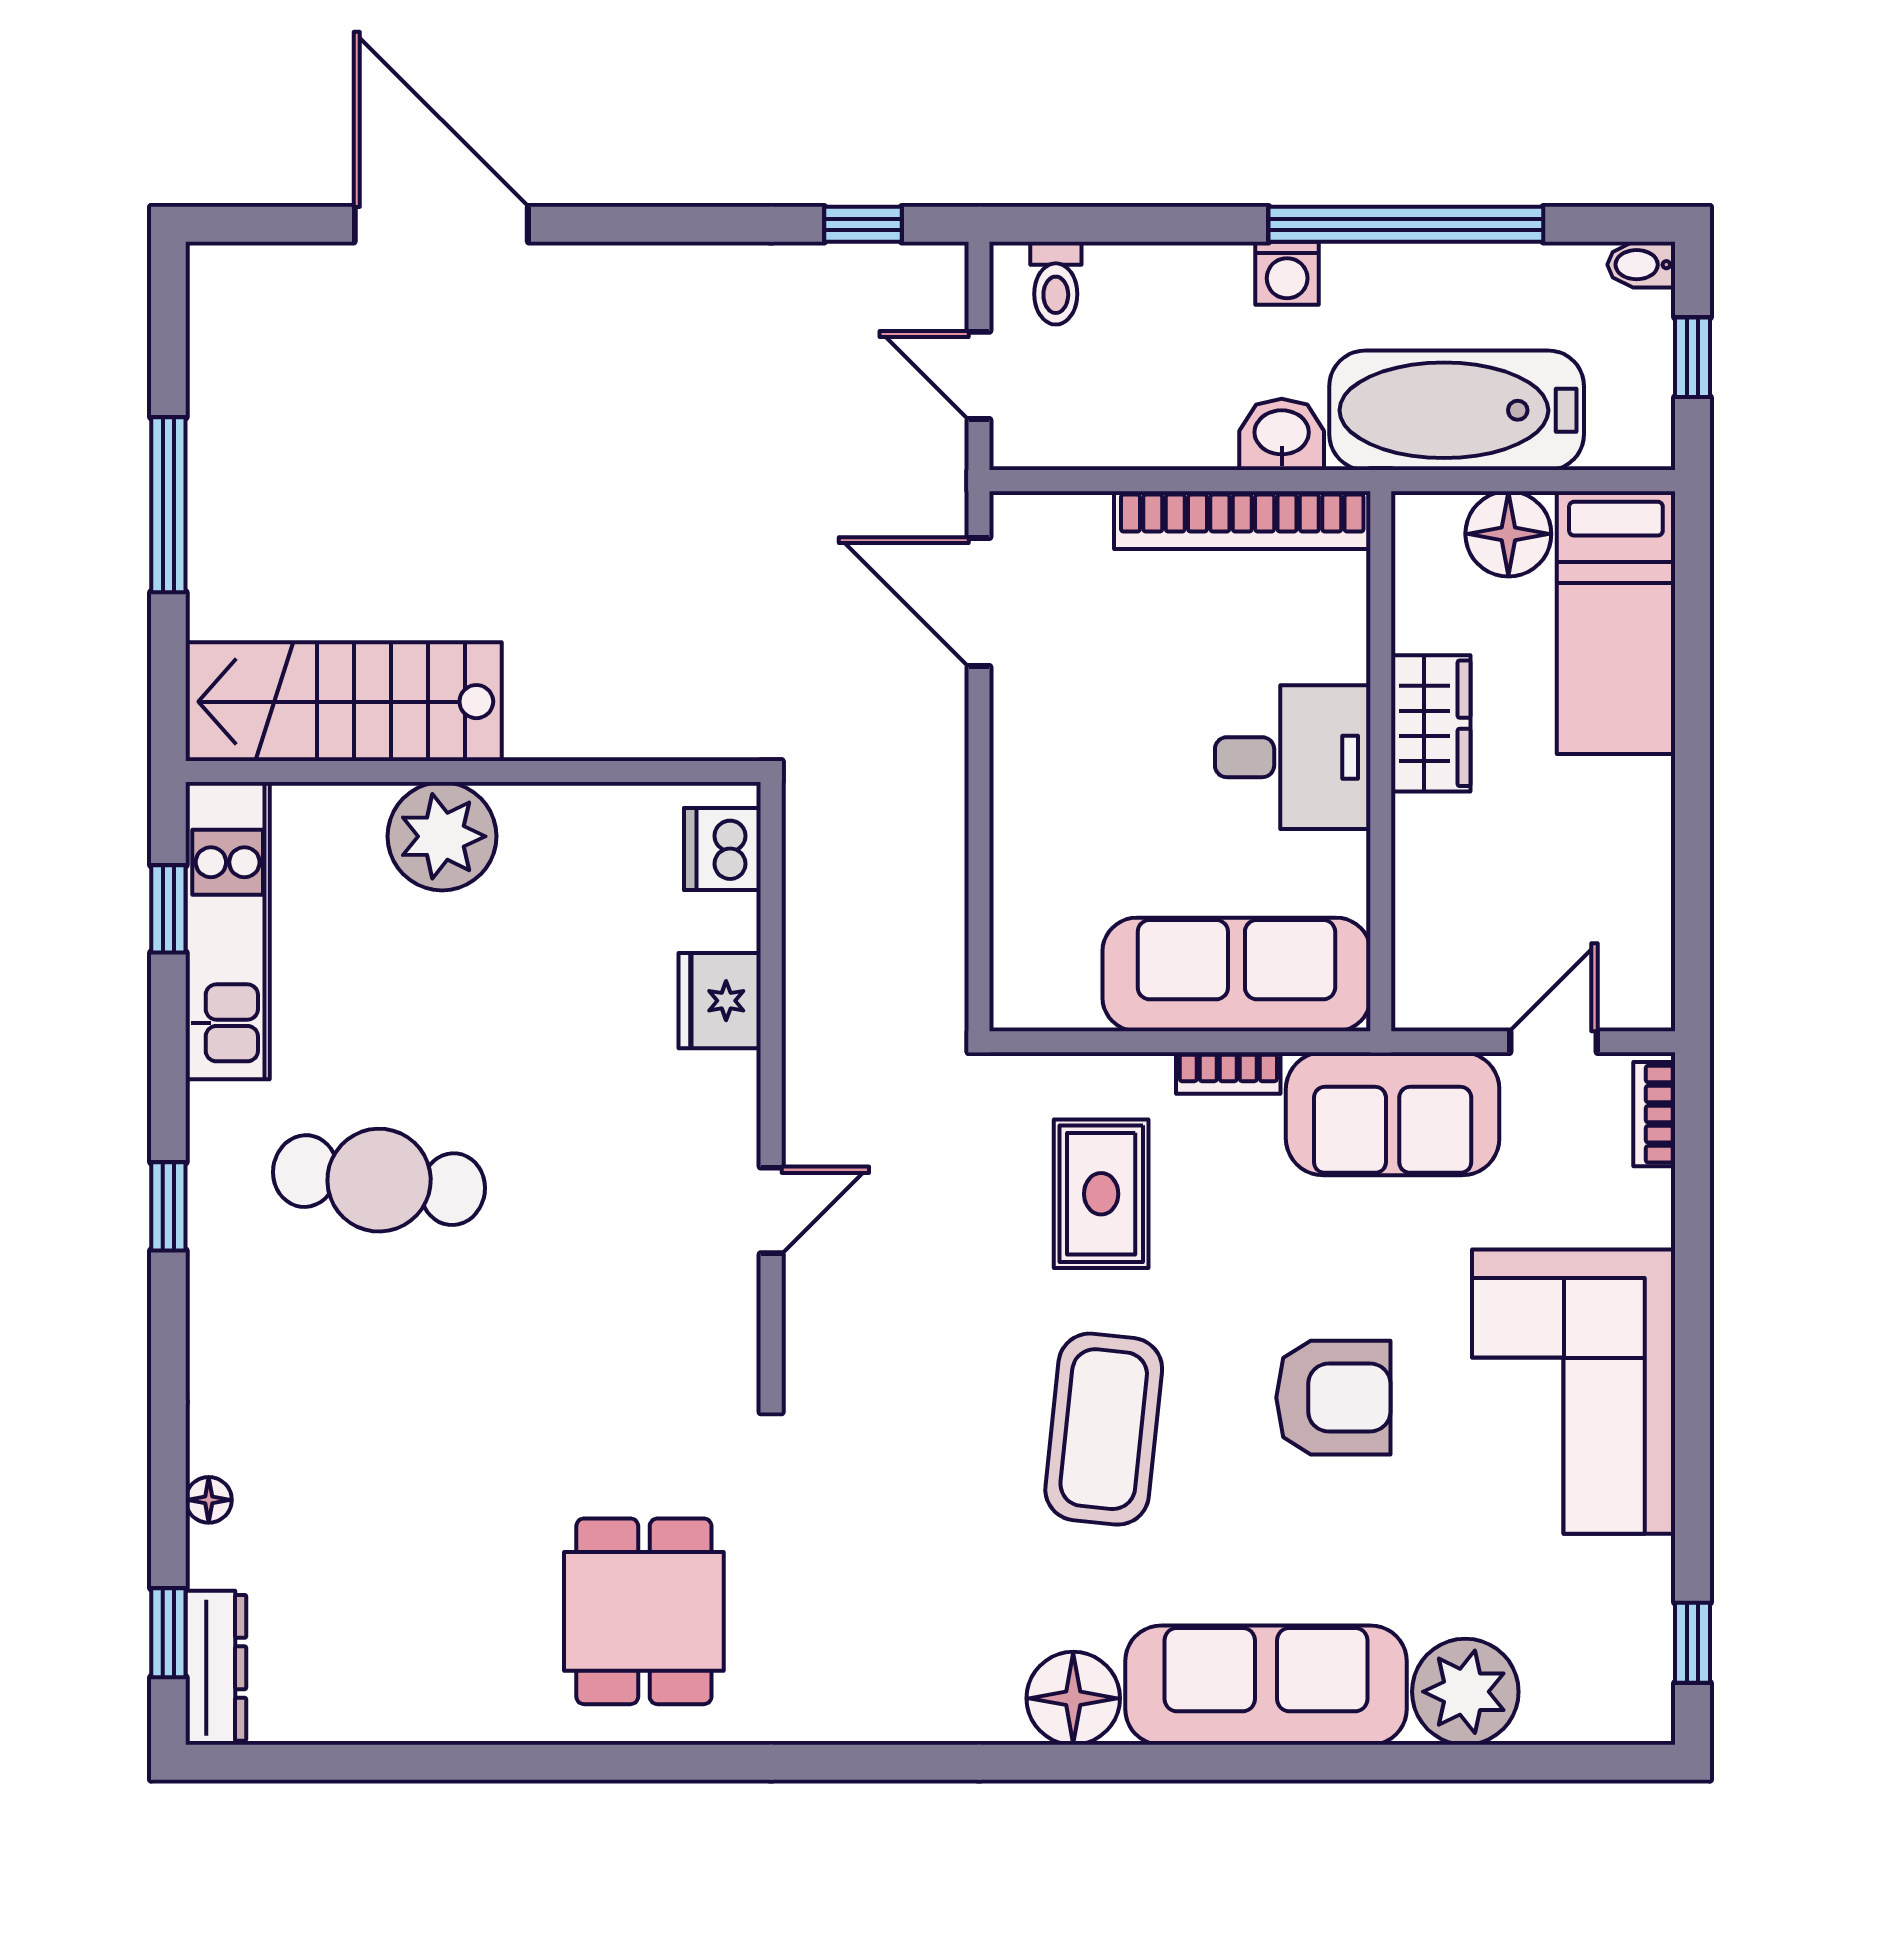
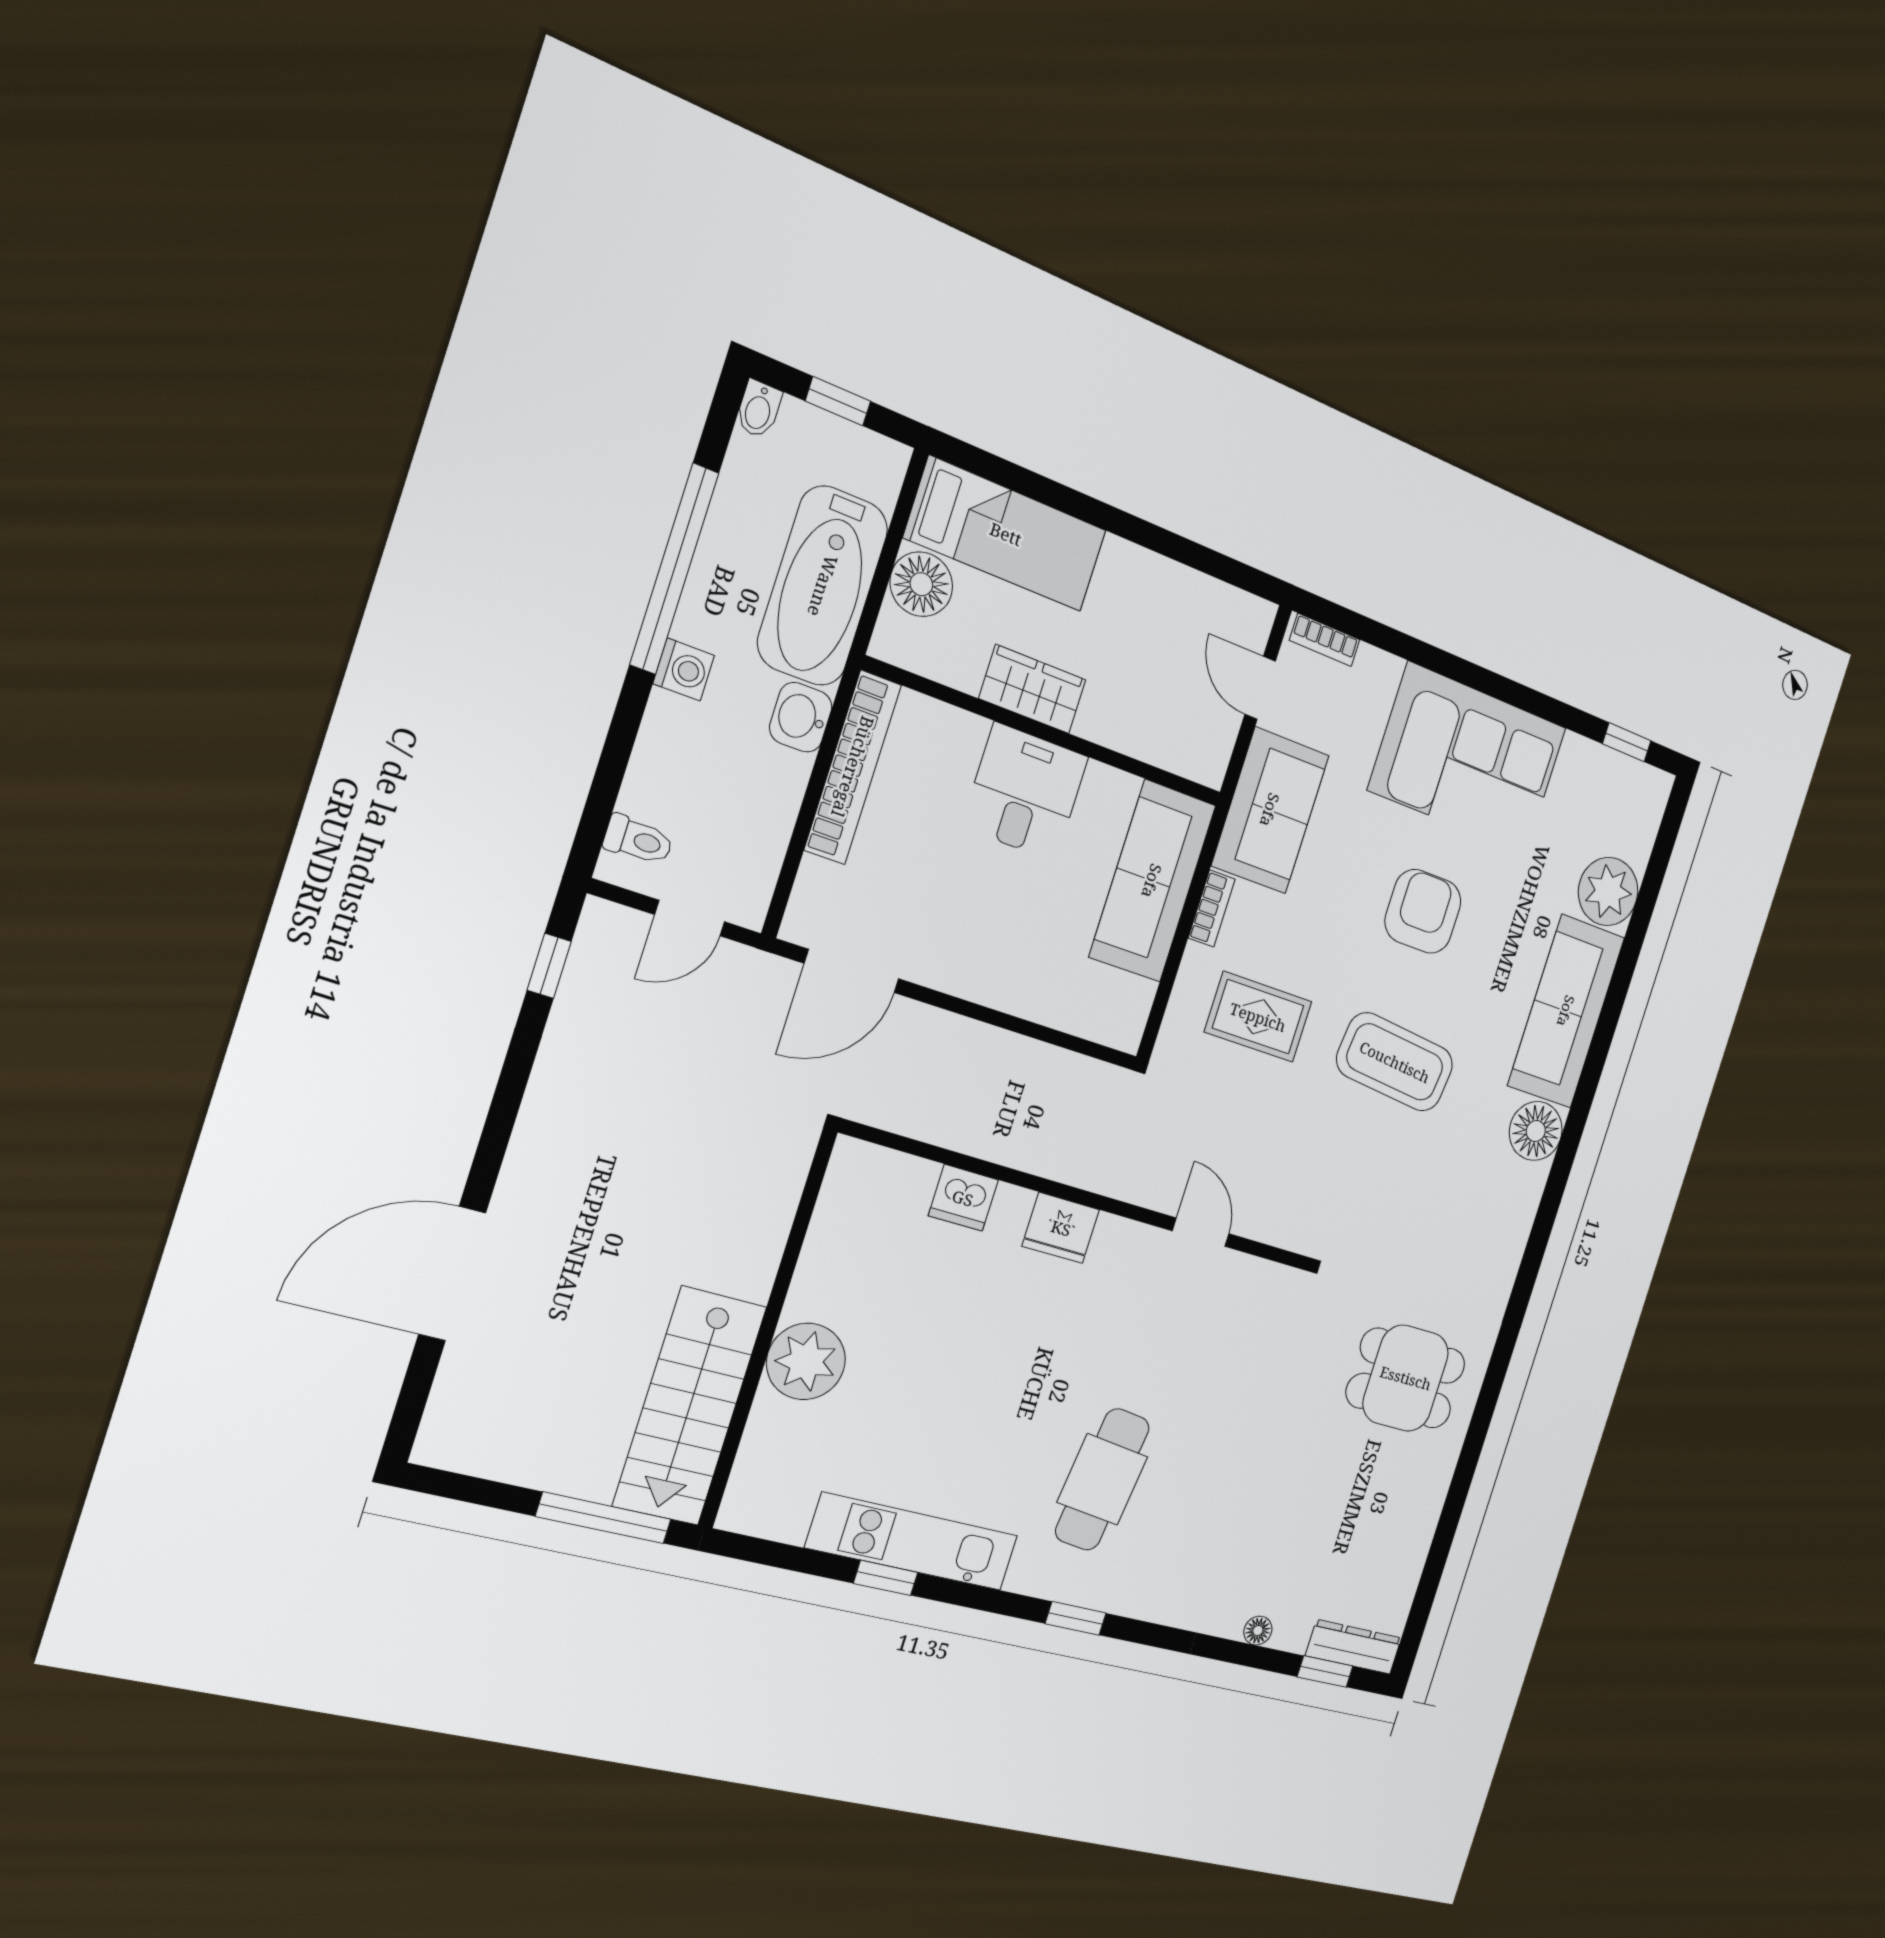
stairs: (344, 702) -> (690, 1406), moved
wall: (473, 772) -> (768, 1329), moved
plant: (442, 836) -> (806, 1361), moved

